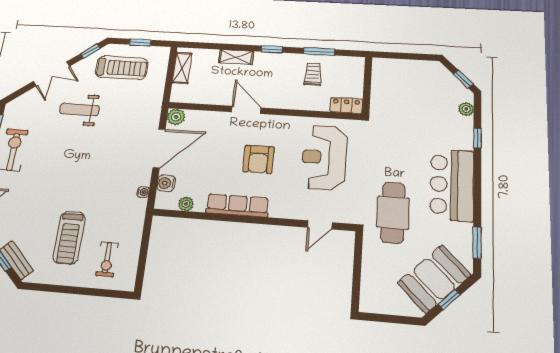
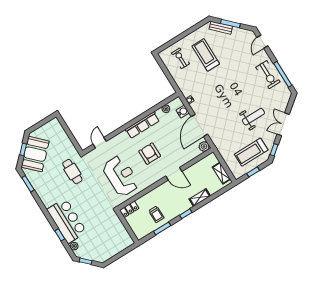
bar counter: (452, 185) -> (67, 221), moved
cafe table: (393, 213) -> (72, 172), width x0.73, depth x0.74

